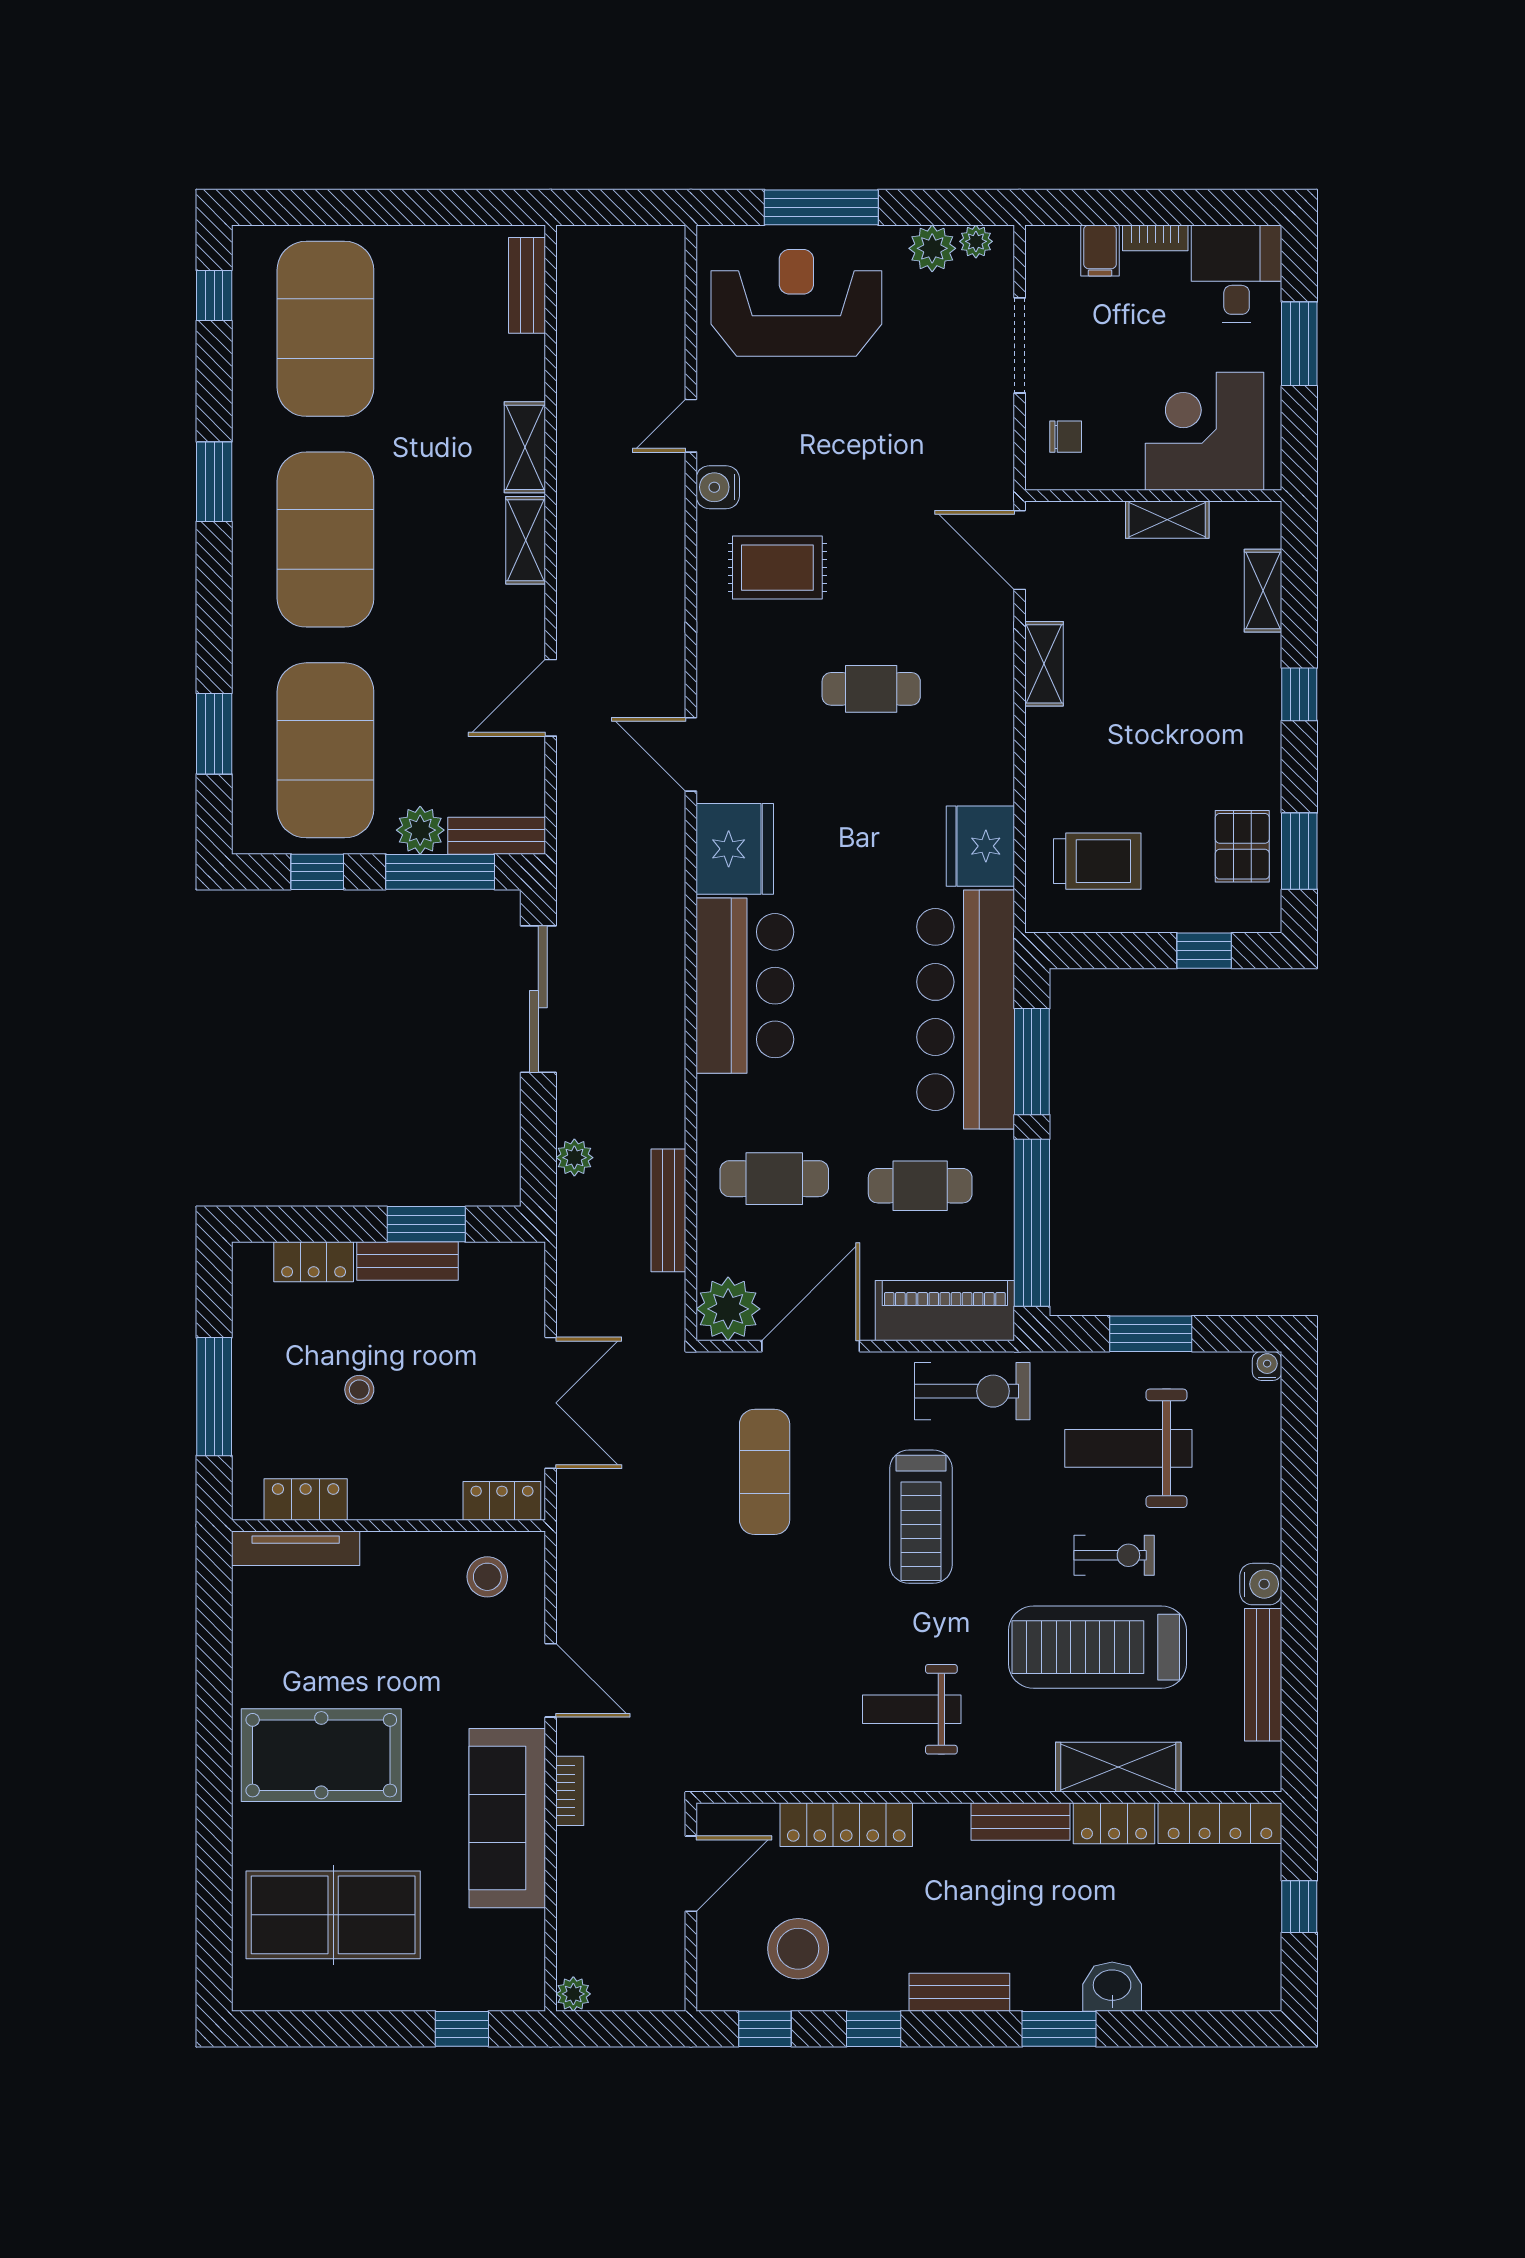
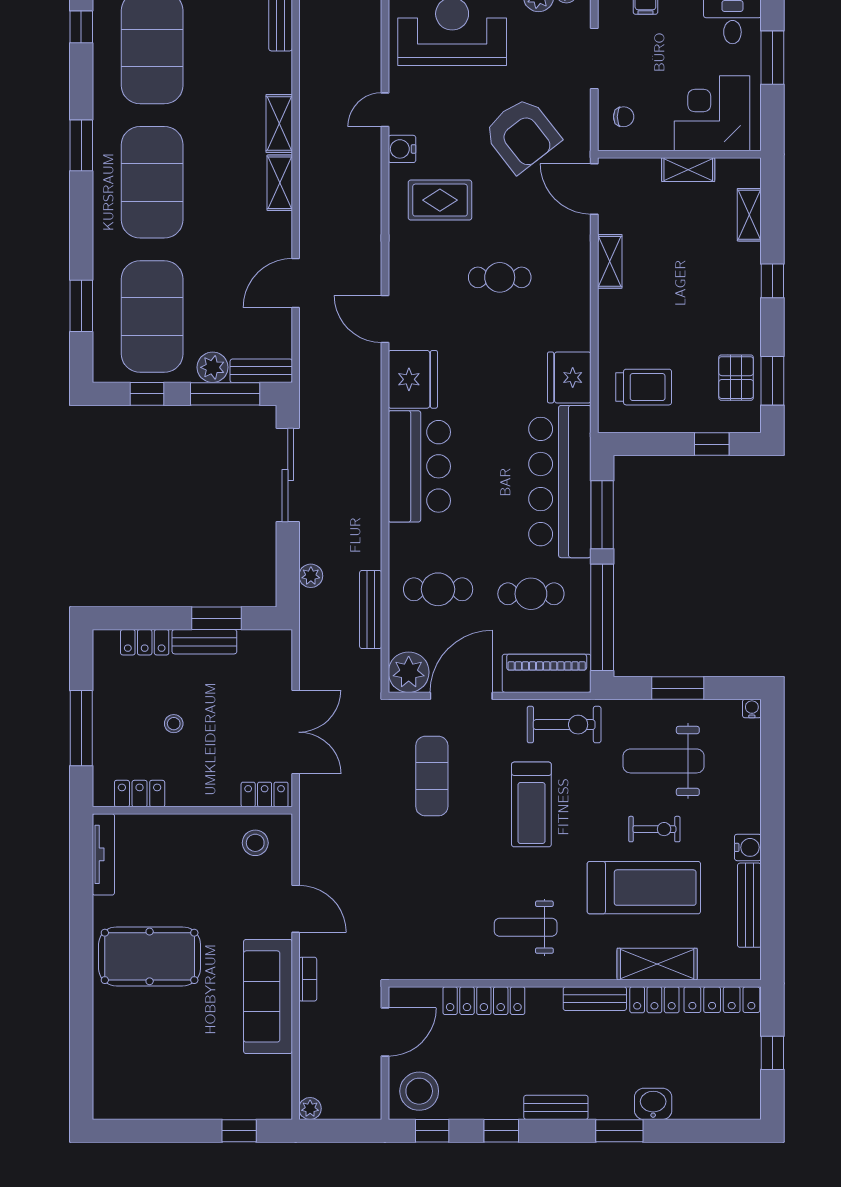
armchair: (906, 465) -> (522, 135), added
tv unit: (296, 1548) -> (103, 854), moved, turned -90
treadmill: (1097, 1647) -> (644, 888), turned 180
table tennis table: (333, 1915) -> (157, 1058), removed
stool: (798, 1949) -> (419, 1091), moved

